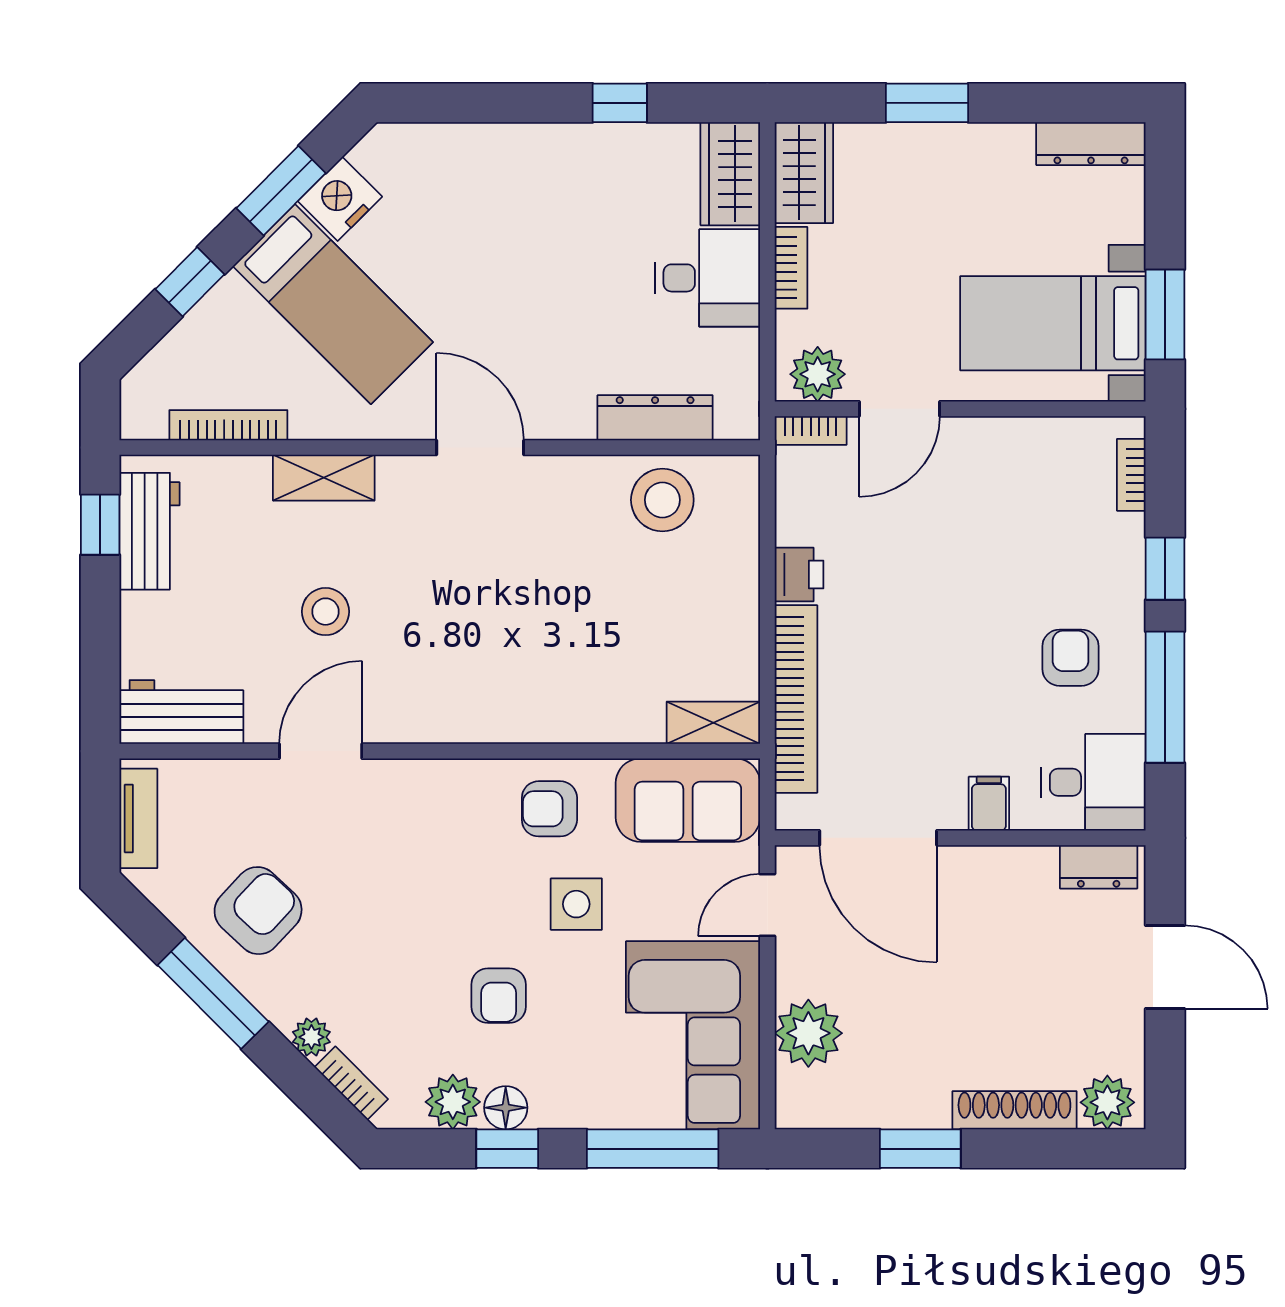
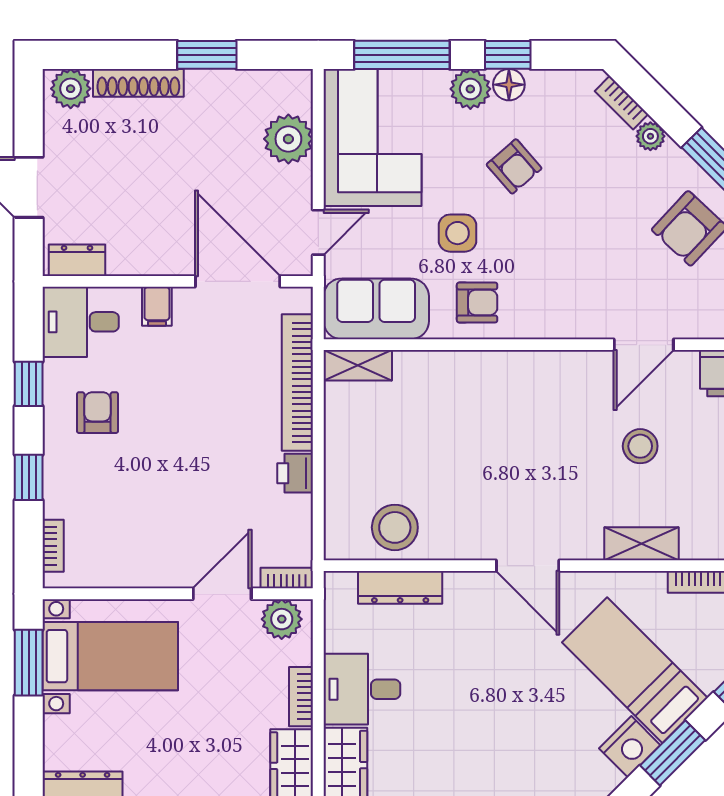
armchair: (1071, 658) -> (97, 413), turned 180
window: (1165, 697) -> (29, 384), width x0.46
armchair: (499, 996) -> (514, 166), turned 139
plant: (453, 1102) -> (470, 89), moved

